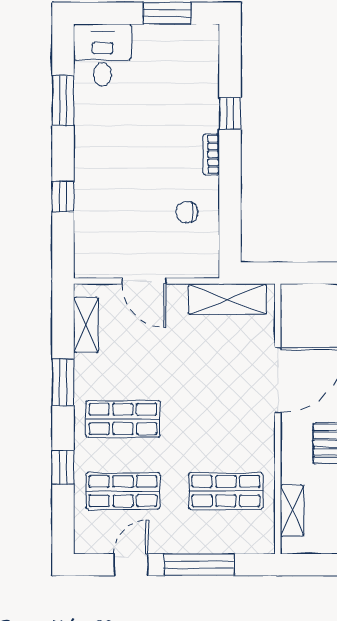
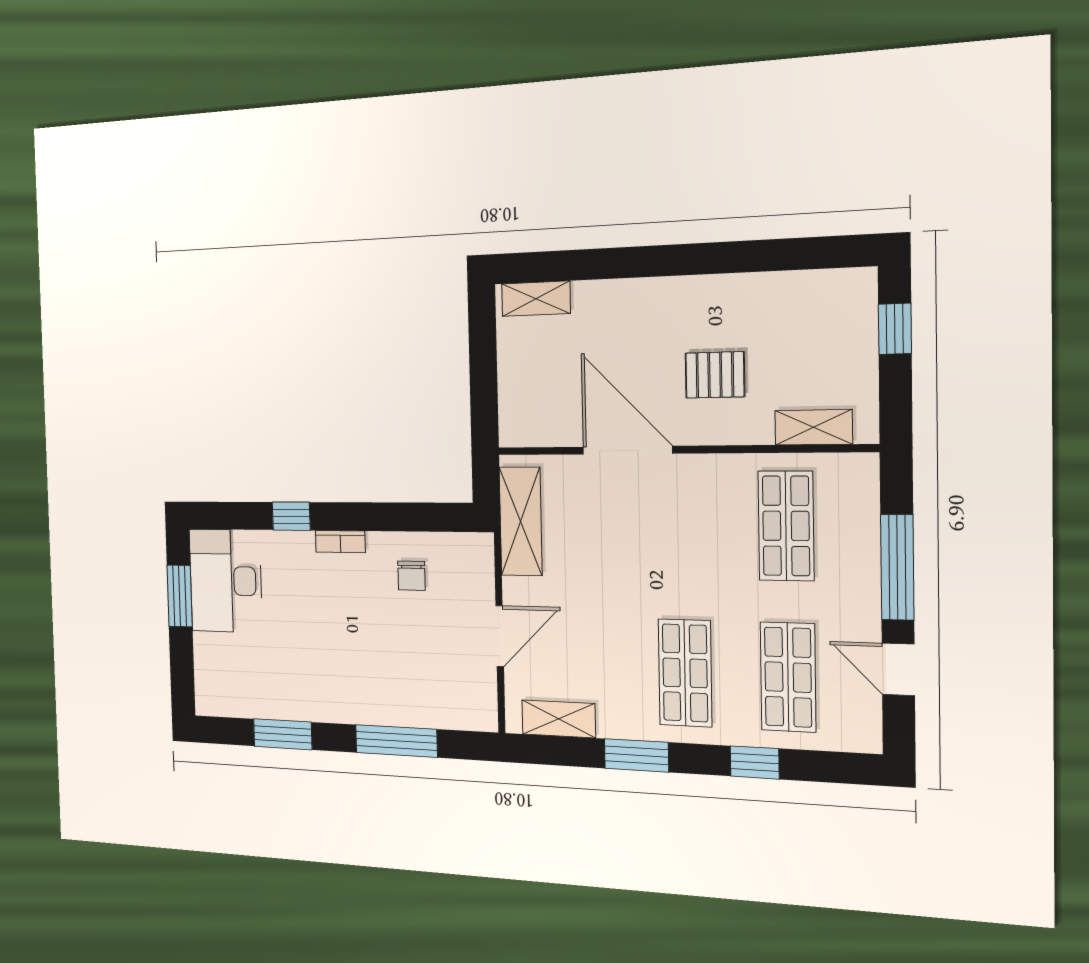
desk: (102, 55) -> (226, 581), moved, width x1.37
window: (63, 196) -> (396, 741), width x2.17

